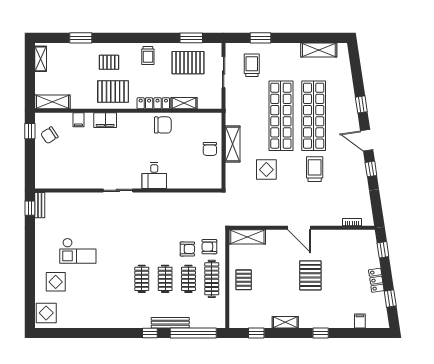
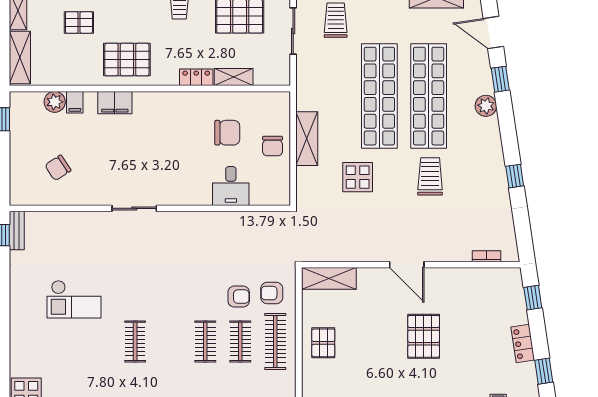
pallet: (109, 62) -> (79, 23), moved
shelving: (52, 102) -> (20, 58), moved, turned 90
locker: (153, 103) -> (196, 77), width x0.66
plant: (65, 120) -> (55, 102), added
plant: (352, 122) -> (486, 106), added
chair: (163, 125) -> (227, 133), moved
chair: (49, 135) -> (58, 168), moved
door: (367, 140) -> (493, 32), moved
desk: (154, 176) -> (231, 186), moved
clothes rail: (142, 279) -> (135, 341), moved
display table: (56, 282) -> (41, 346), removed

